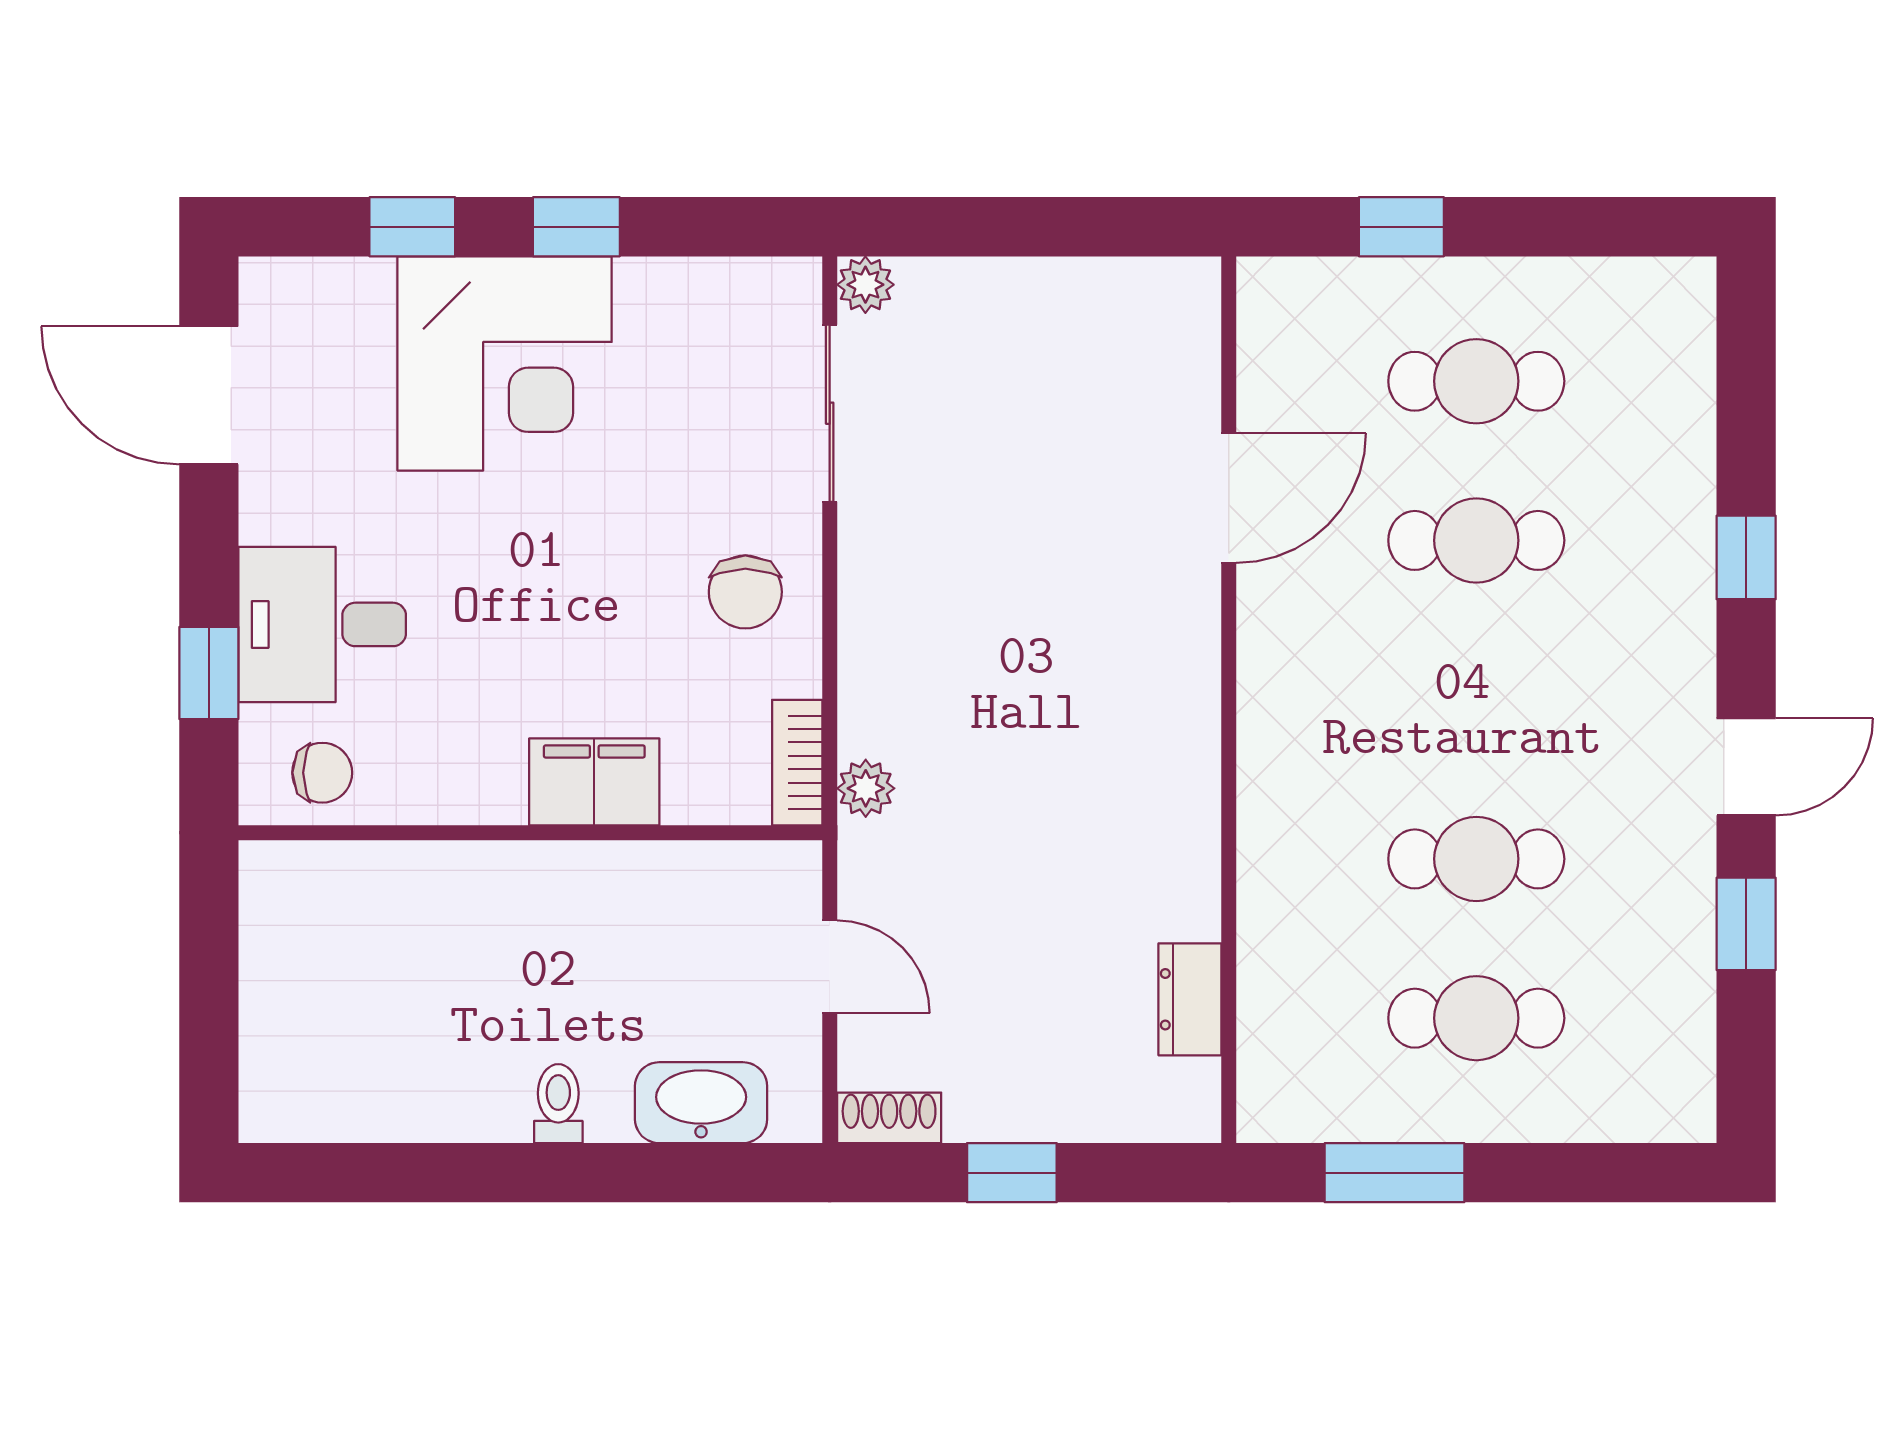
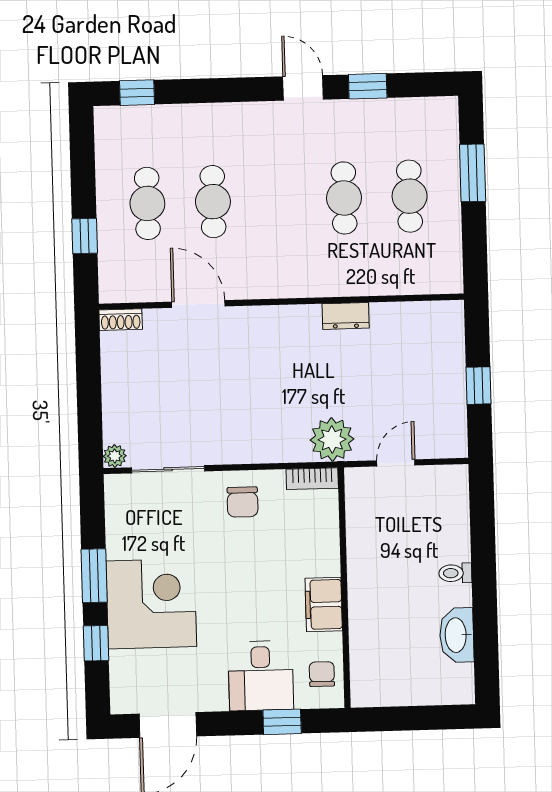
window: (576, 227) -> (94, 576), width x1.50
window: (1746, 557) -> (137, 93), moved
chair: (745, 592) -> (243, 502), turned 90
filing cabinet: (594, 782) -> (324, 604), moved
plant: (866, 788) -> (332, 439), width x1.88, depth x1.88
dresser: (1190, 999) -> (346, 316), moved
washbasin: (701, 1103) -> (457, 635), moved
shoe rack: (889, 1118) -> (121, 320), moved, turned -90
window: (1394, 1173) -> (473, 173), moved

